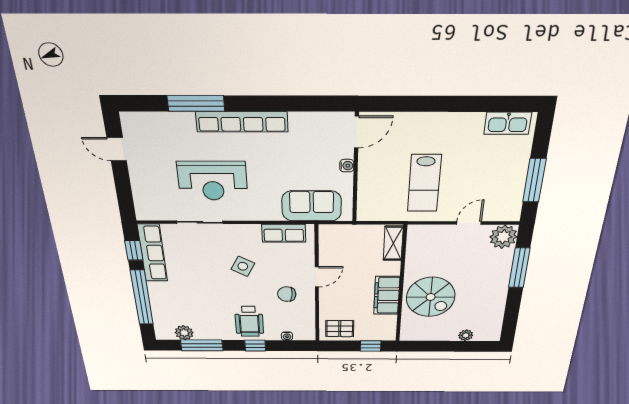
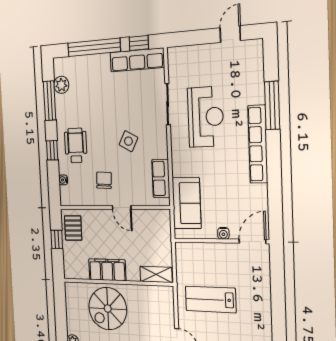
door: (356, 132) -> (252, 241), swing flipped
reception desk: (212, 181) -> (206, 117), turned 180
wheelchair: (249, 321) -> (76, 146), turned 90
window: (371, 346) -> (57, 239), moved

